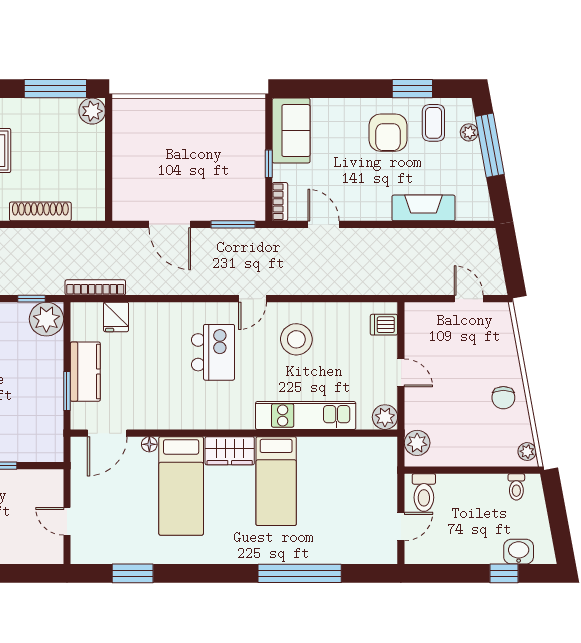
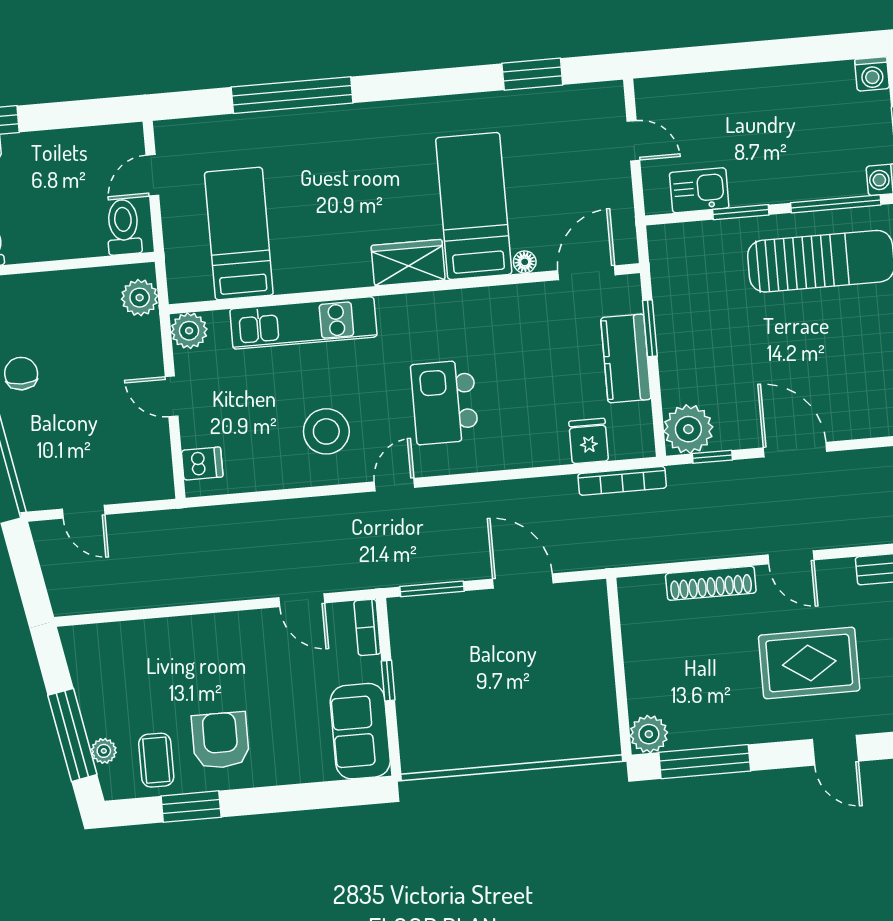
fireplace: (424, 208) -> (160, 636), removed
bed: (276, 481) -> (239, 234), moved
kitchen sink: (25, 483) -> (699, 190), added

